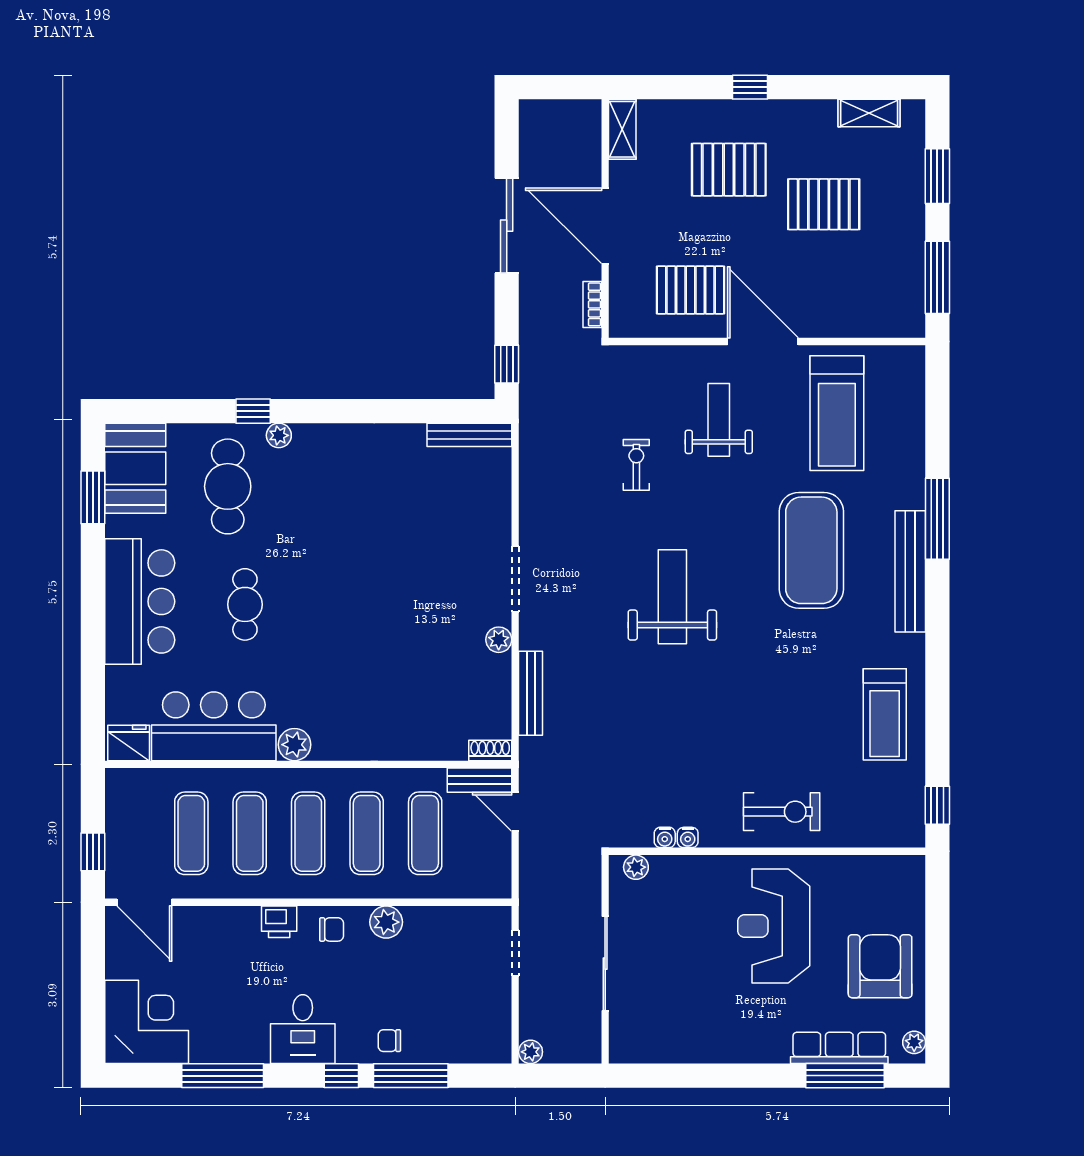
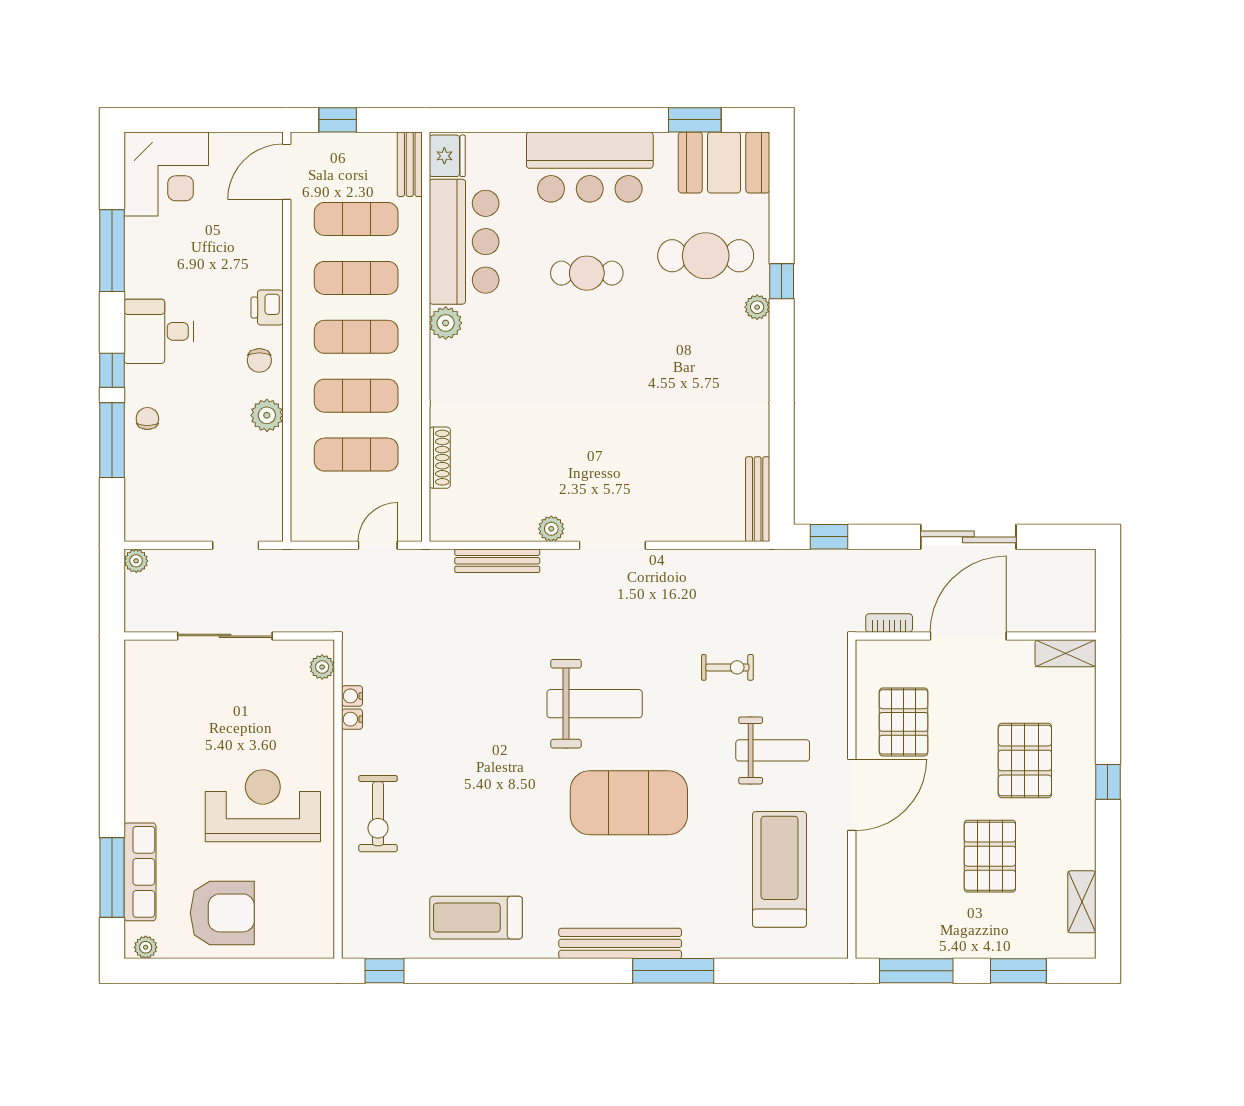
treadmill: (837, 413) -> (779, 869), turned 90
exercise mat: (811, 550) -> (629, 803), moved
shoe rack: (490, 750) -> (440, 458), moved, width x1.43
bench: (479, 780) -> (410, 164), moved

